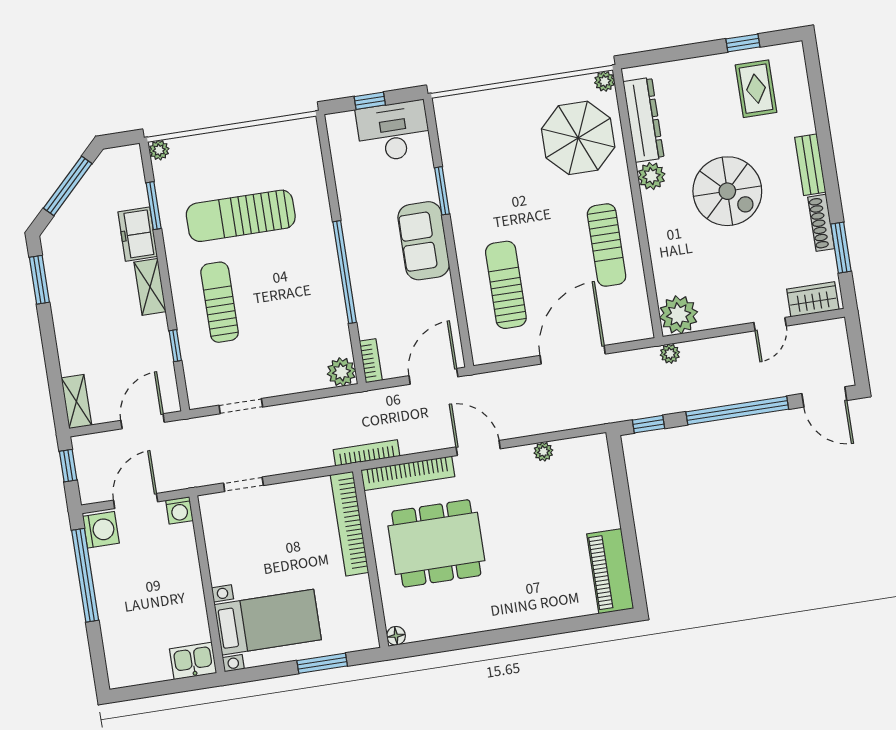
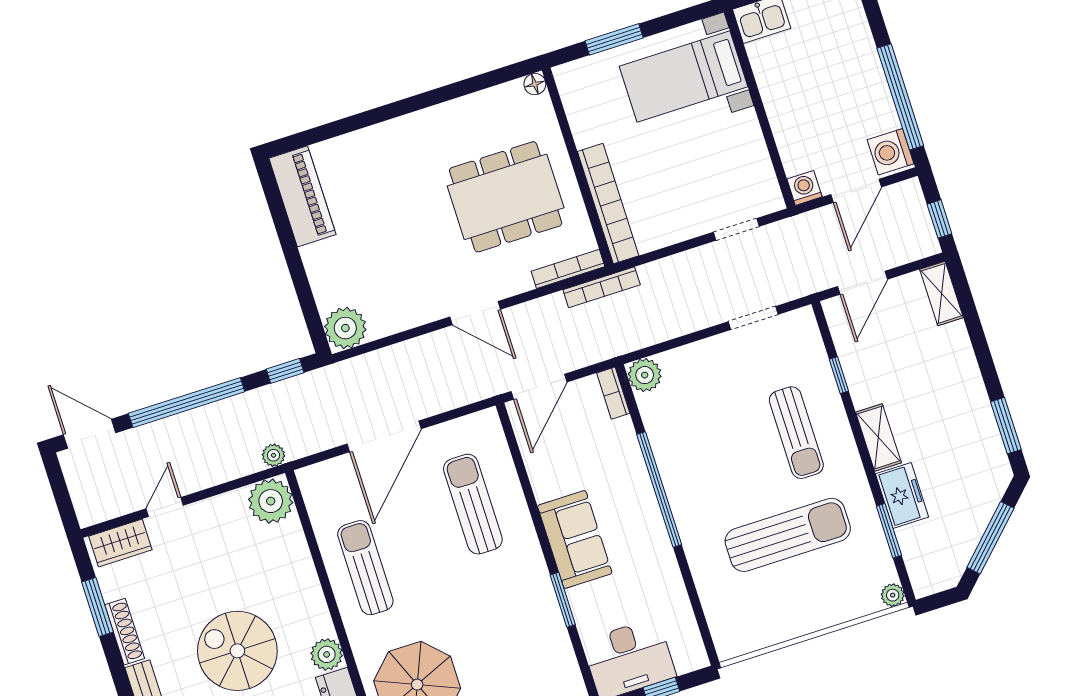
sun lounger: (506, 285) -> (473, 504), turned 180
plant: (543, 452) -> (345, 328), moved, width x1.87, depth x1.87
bookcase: (408, 473) -> (568, 269), width x0.68, depth x0.76

